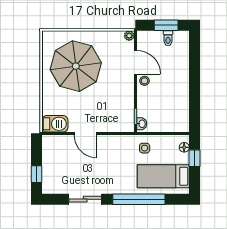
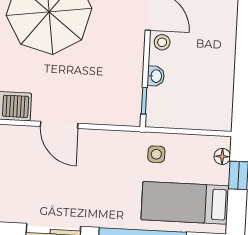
washbasin: (142, 124) -> (156, 76), moved

